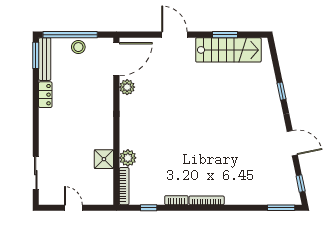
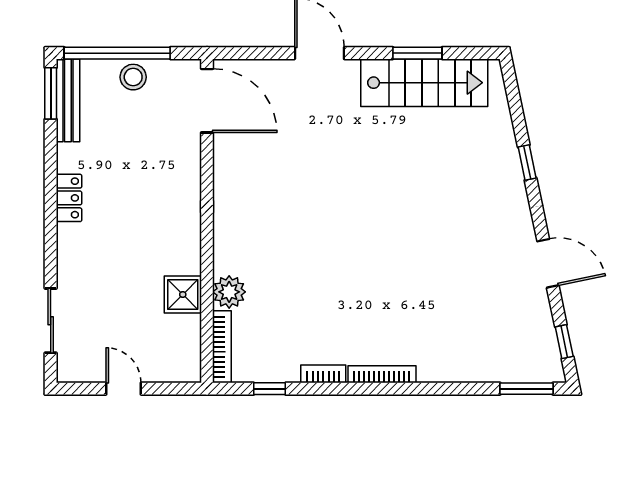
door: (116, 59) -> (207, 101), hinge flipped
plant: (127, 87) -> (228, 155), removed
locker: (45, 95) -> (69, 198), moved

